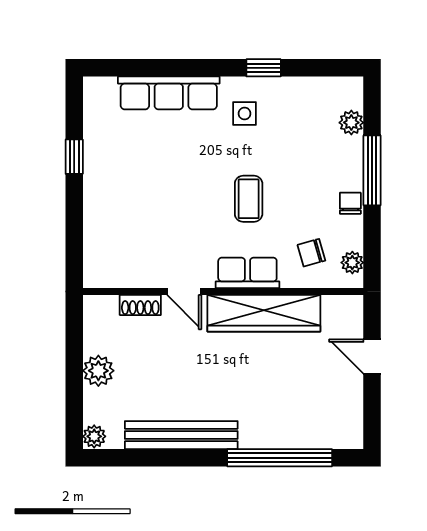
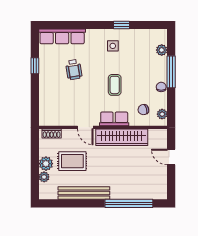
row of seats: (169, 93) -> (62, 36), moved
wheelchair: (159, 165) -> (74, 70), added
shoe rack: (140, 305) -> (52, 134), moved
rug: (156, 365) -> (72, 161), added
plant: (94, 436) -> (44, 177), moved

